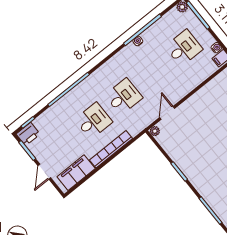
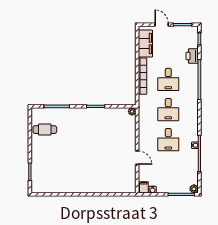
desk: (184, 48) -> (168, 140), moved
door: (167, 113) -> (137, 158), moved
printer: (28, 134) -> (192, 56), moved

